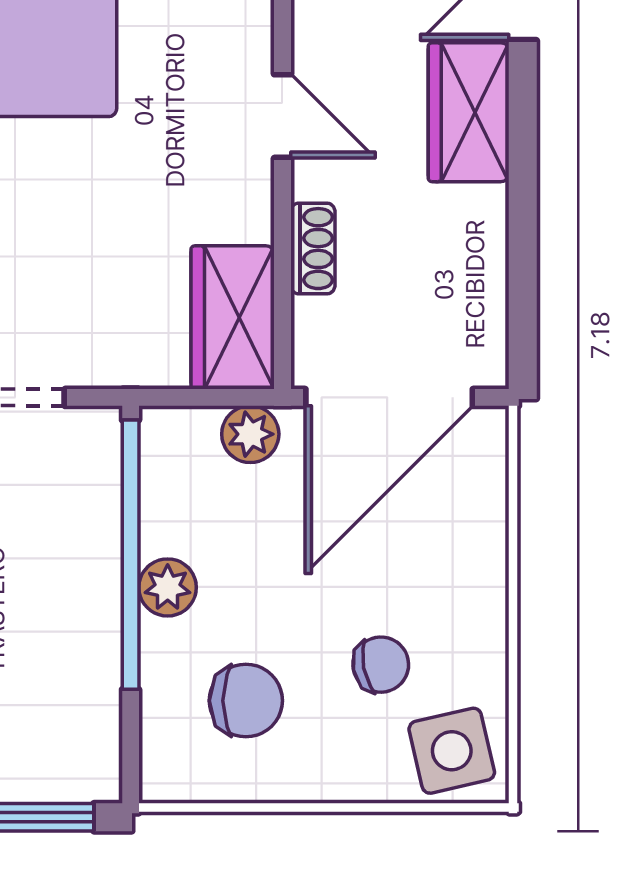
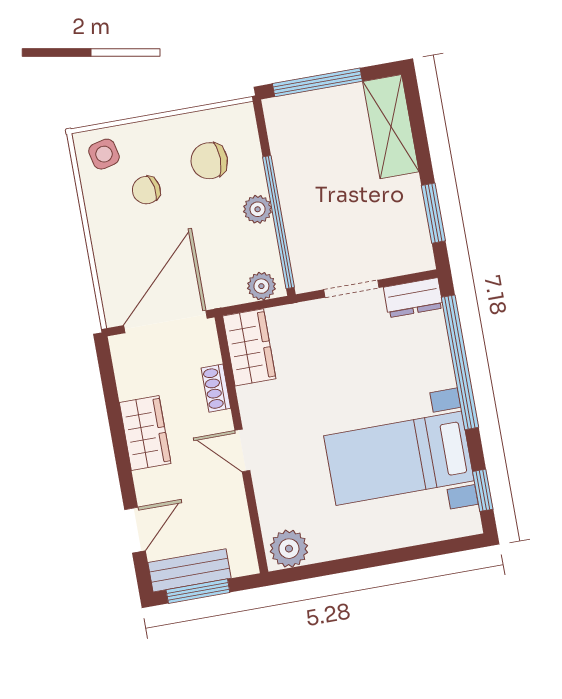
wardrobe: (469, 112) -> (145, 433), moved
plant: (250, 434) -> (261, 286), moved
side table: (452, 751) -> (104, 154), width x0.73, depth x0.73

